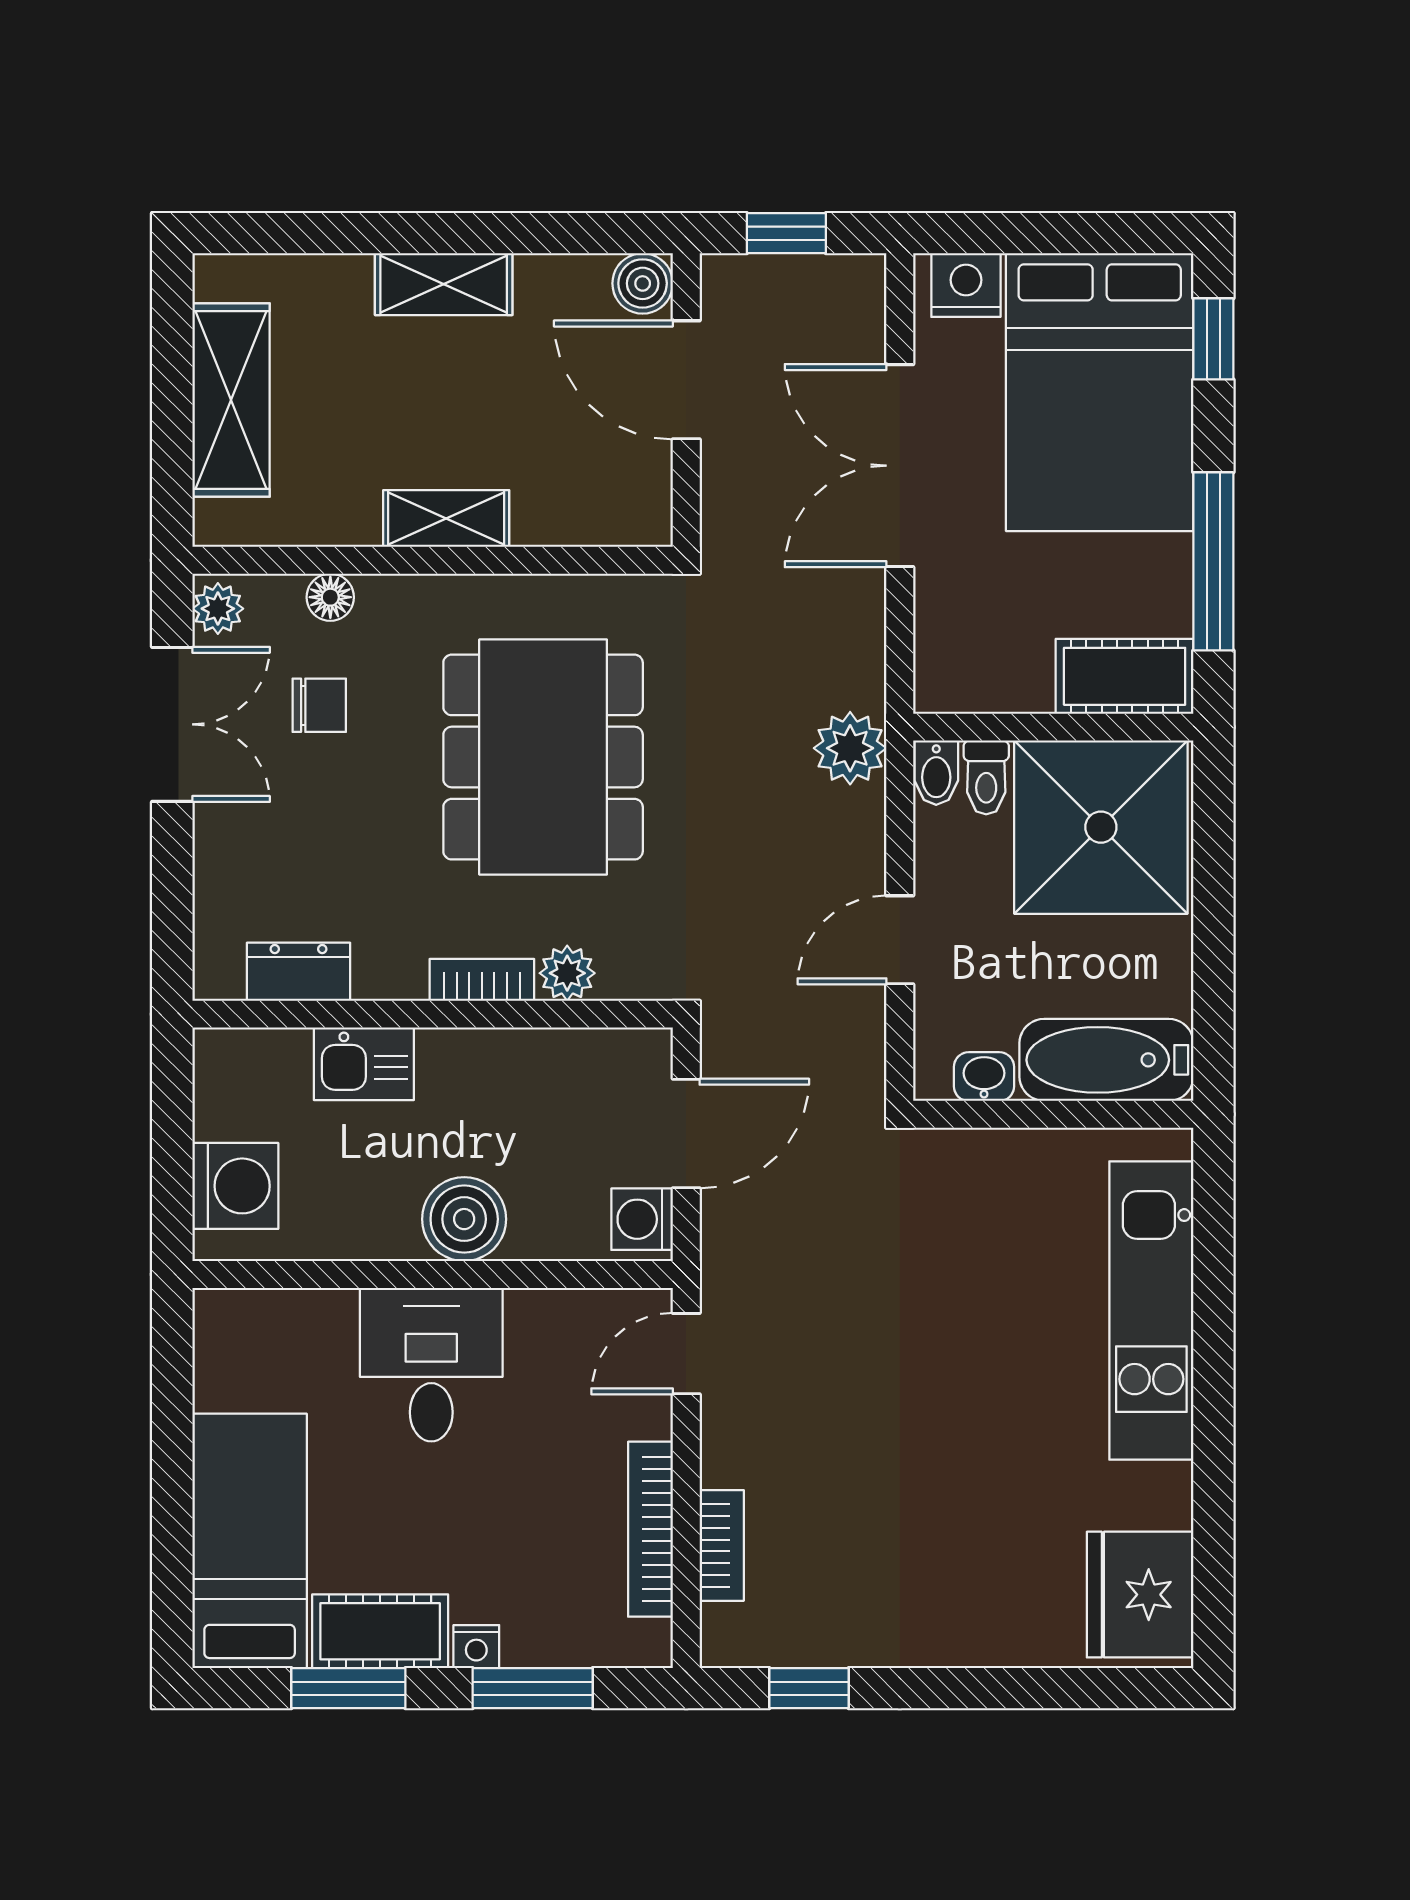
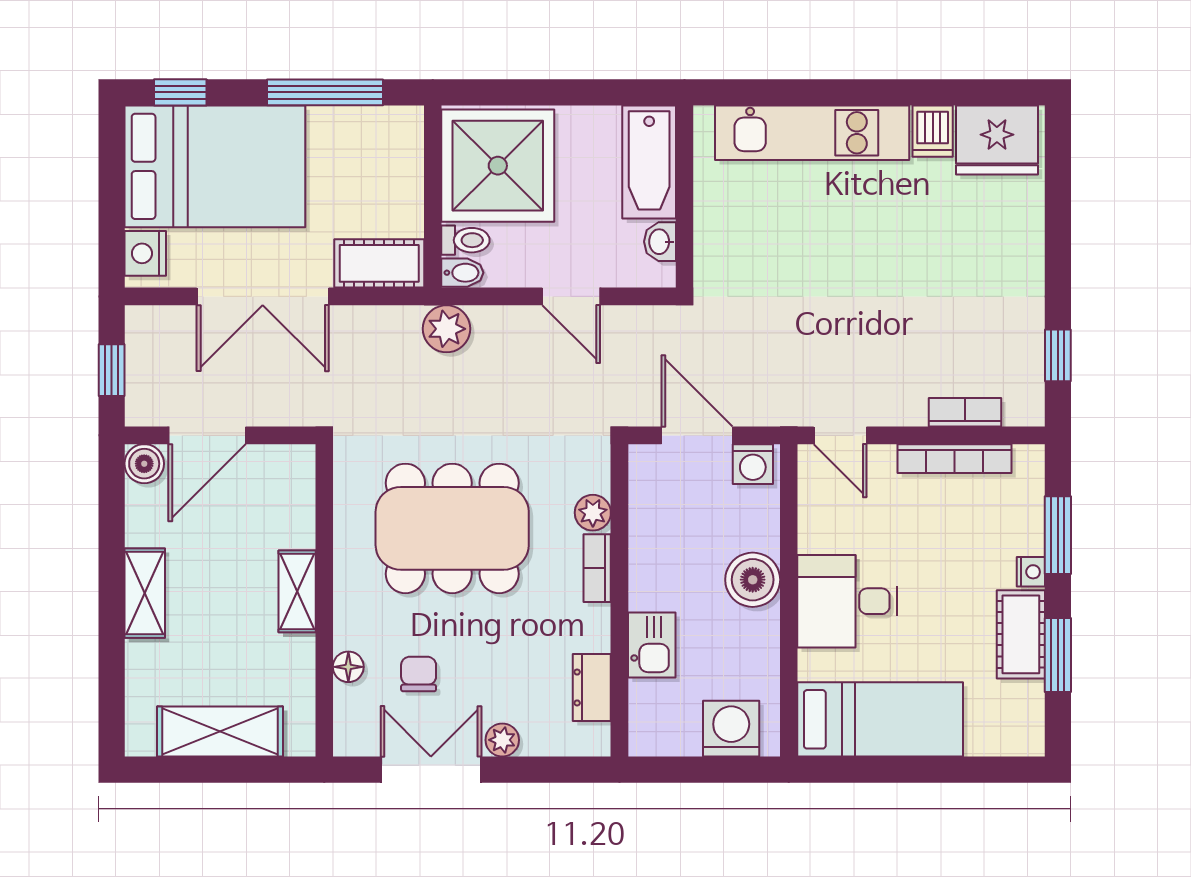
plant: (218, 609) -> (502, 740), moved
cot: (1125, 676) -> (379, 263), moved, turned 90
dishwasher: (1154, 1496) -> (933, 131), added
bed: (250, 1541) -> (880, 719), moved, turned 180

